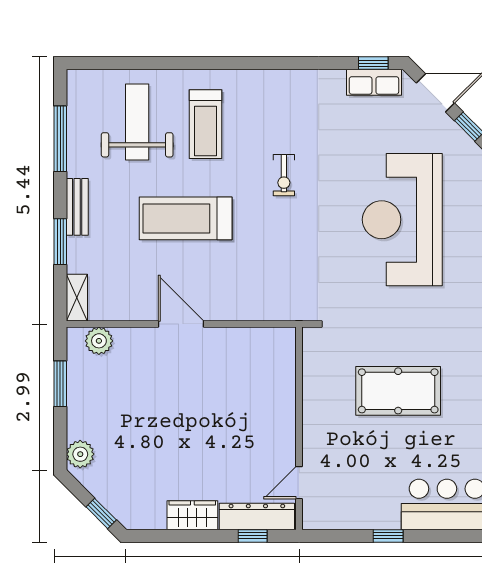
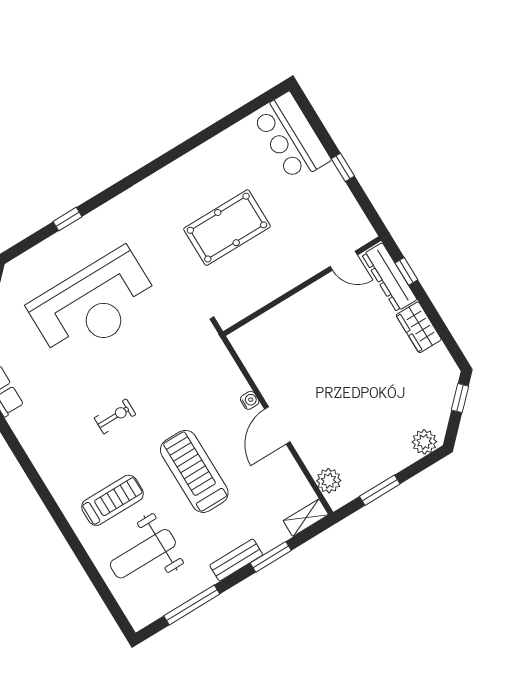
treadmill: (186, 218) -> (194, 471), turned 180
water cooler: (221, 312) -> (250, 400), added
pool table: (398, 391) -> (227, 228), turned 90

